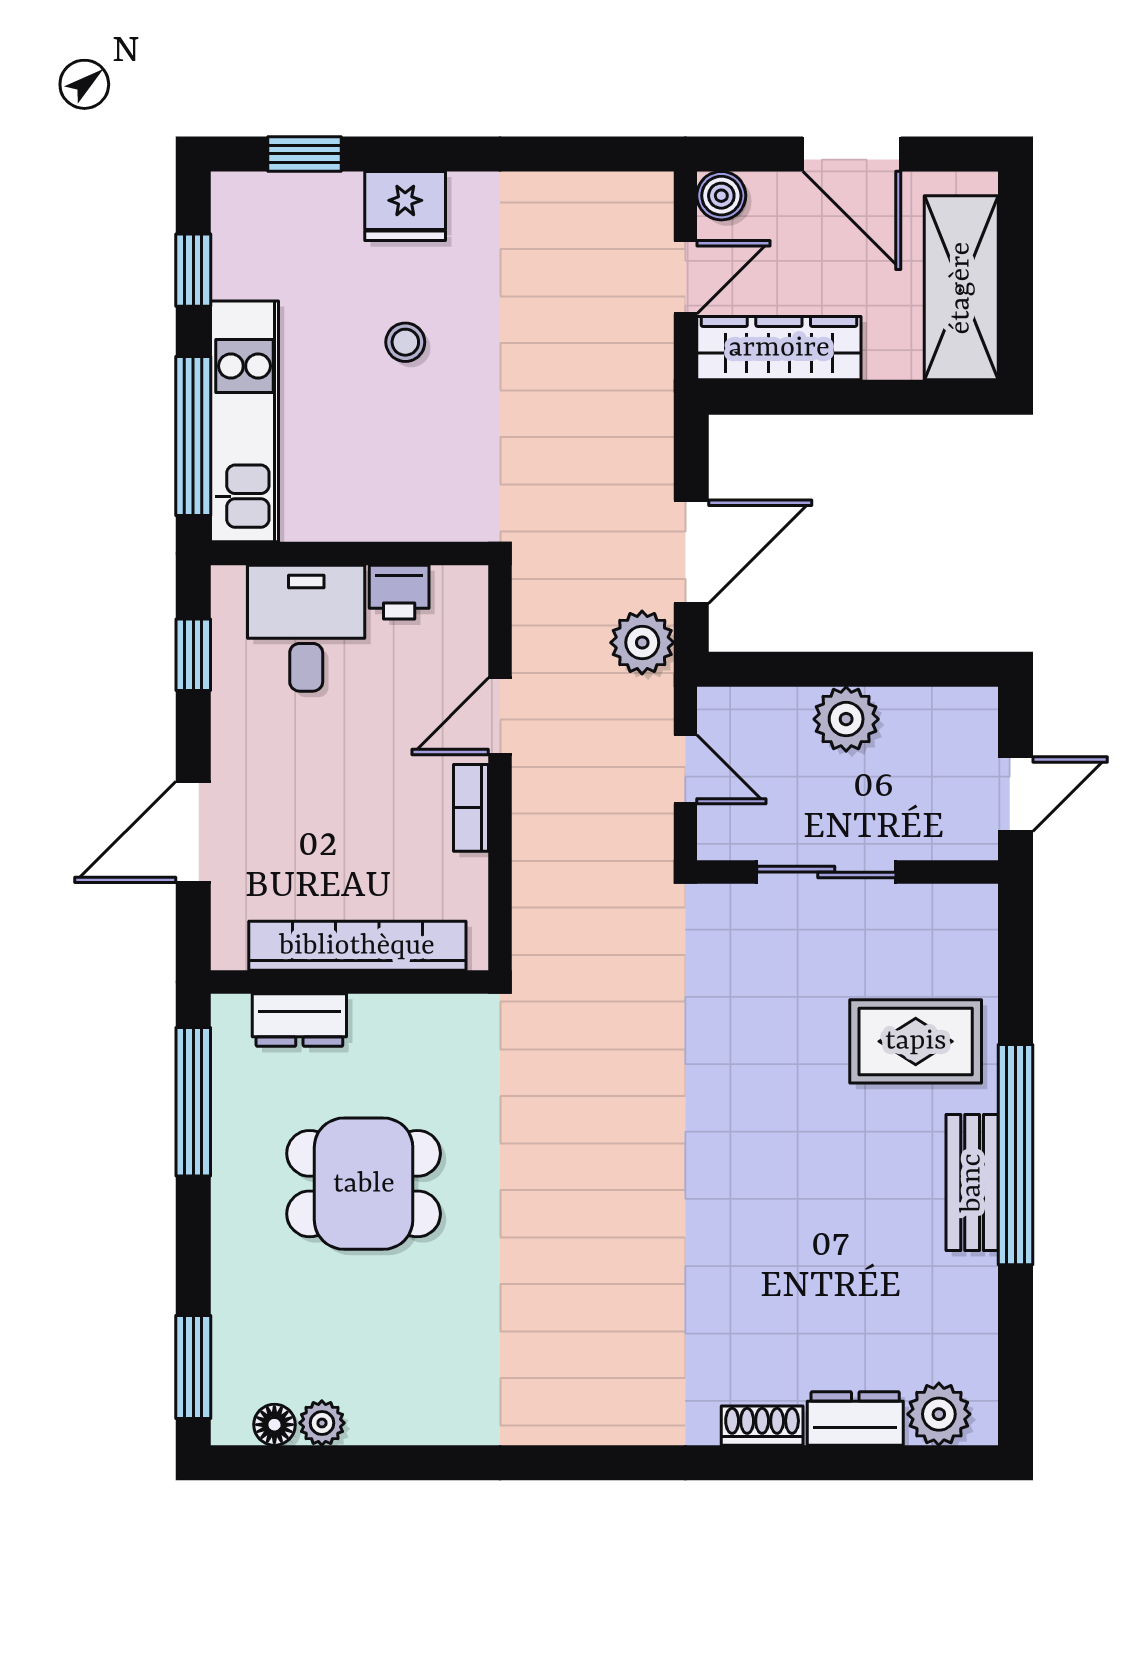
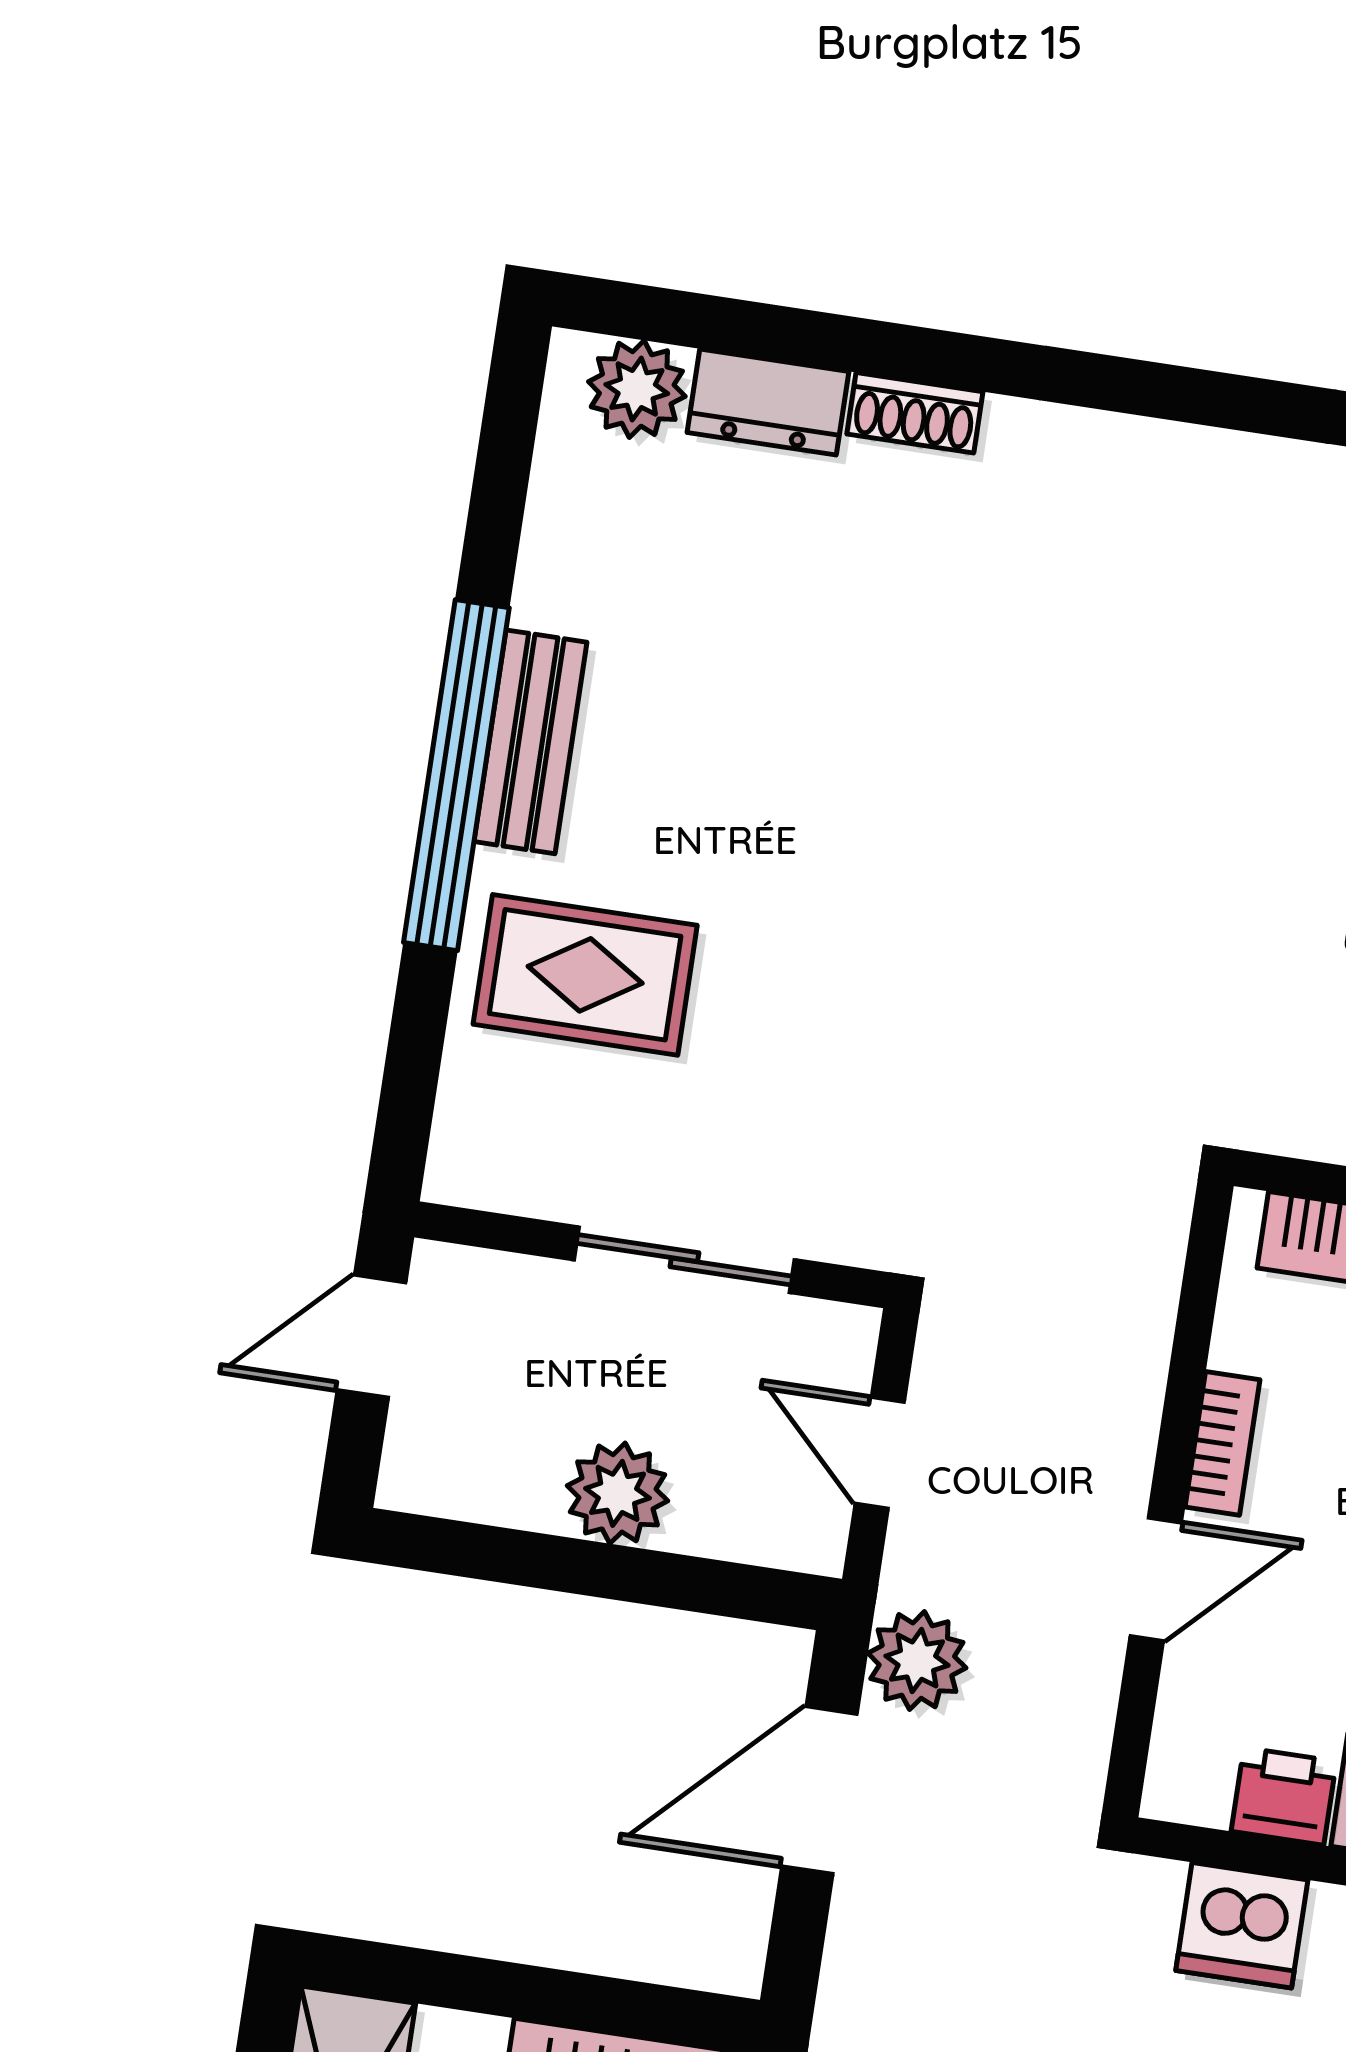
dishwasher: (413, 507) -> (1242, 1925), added

